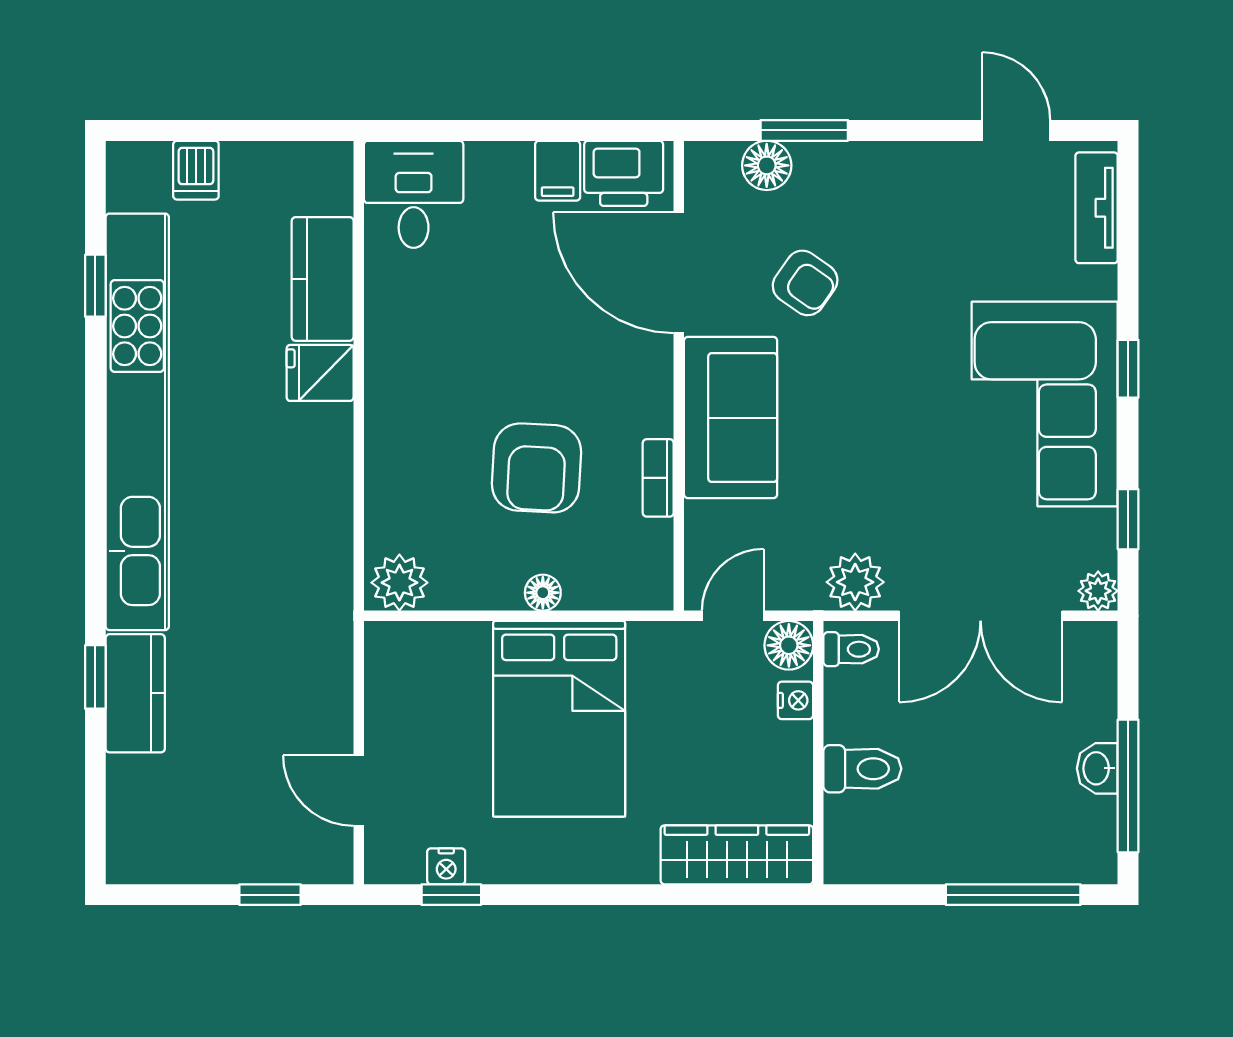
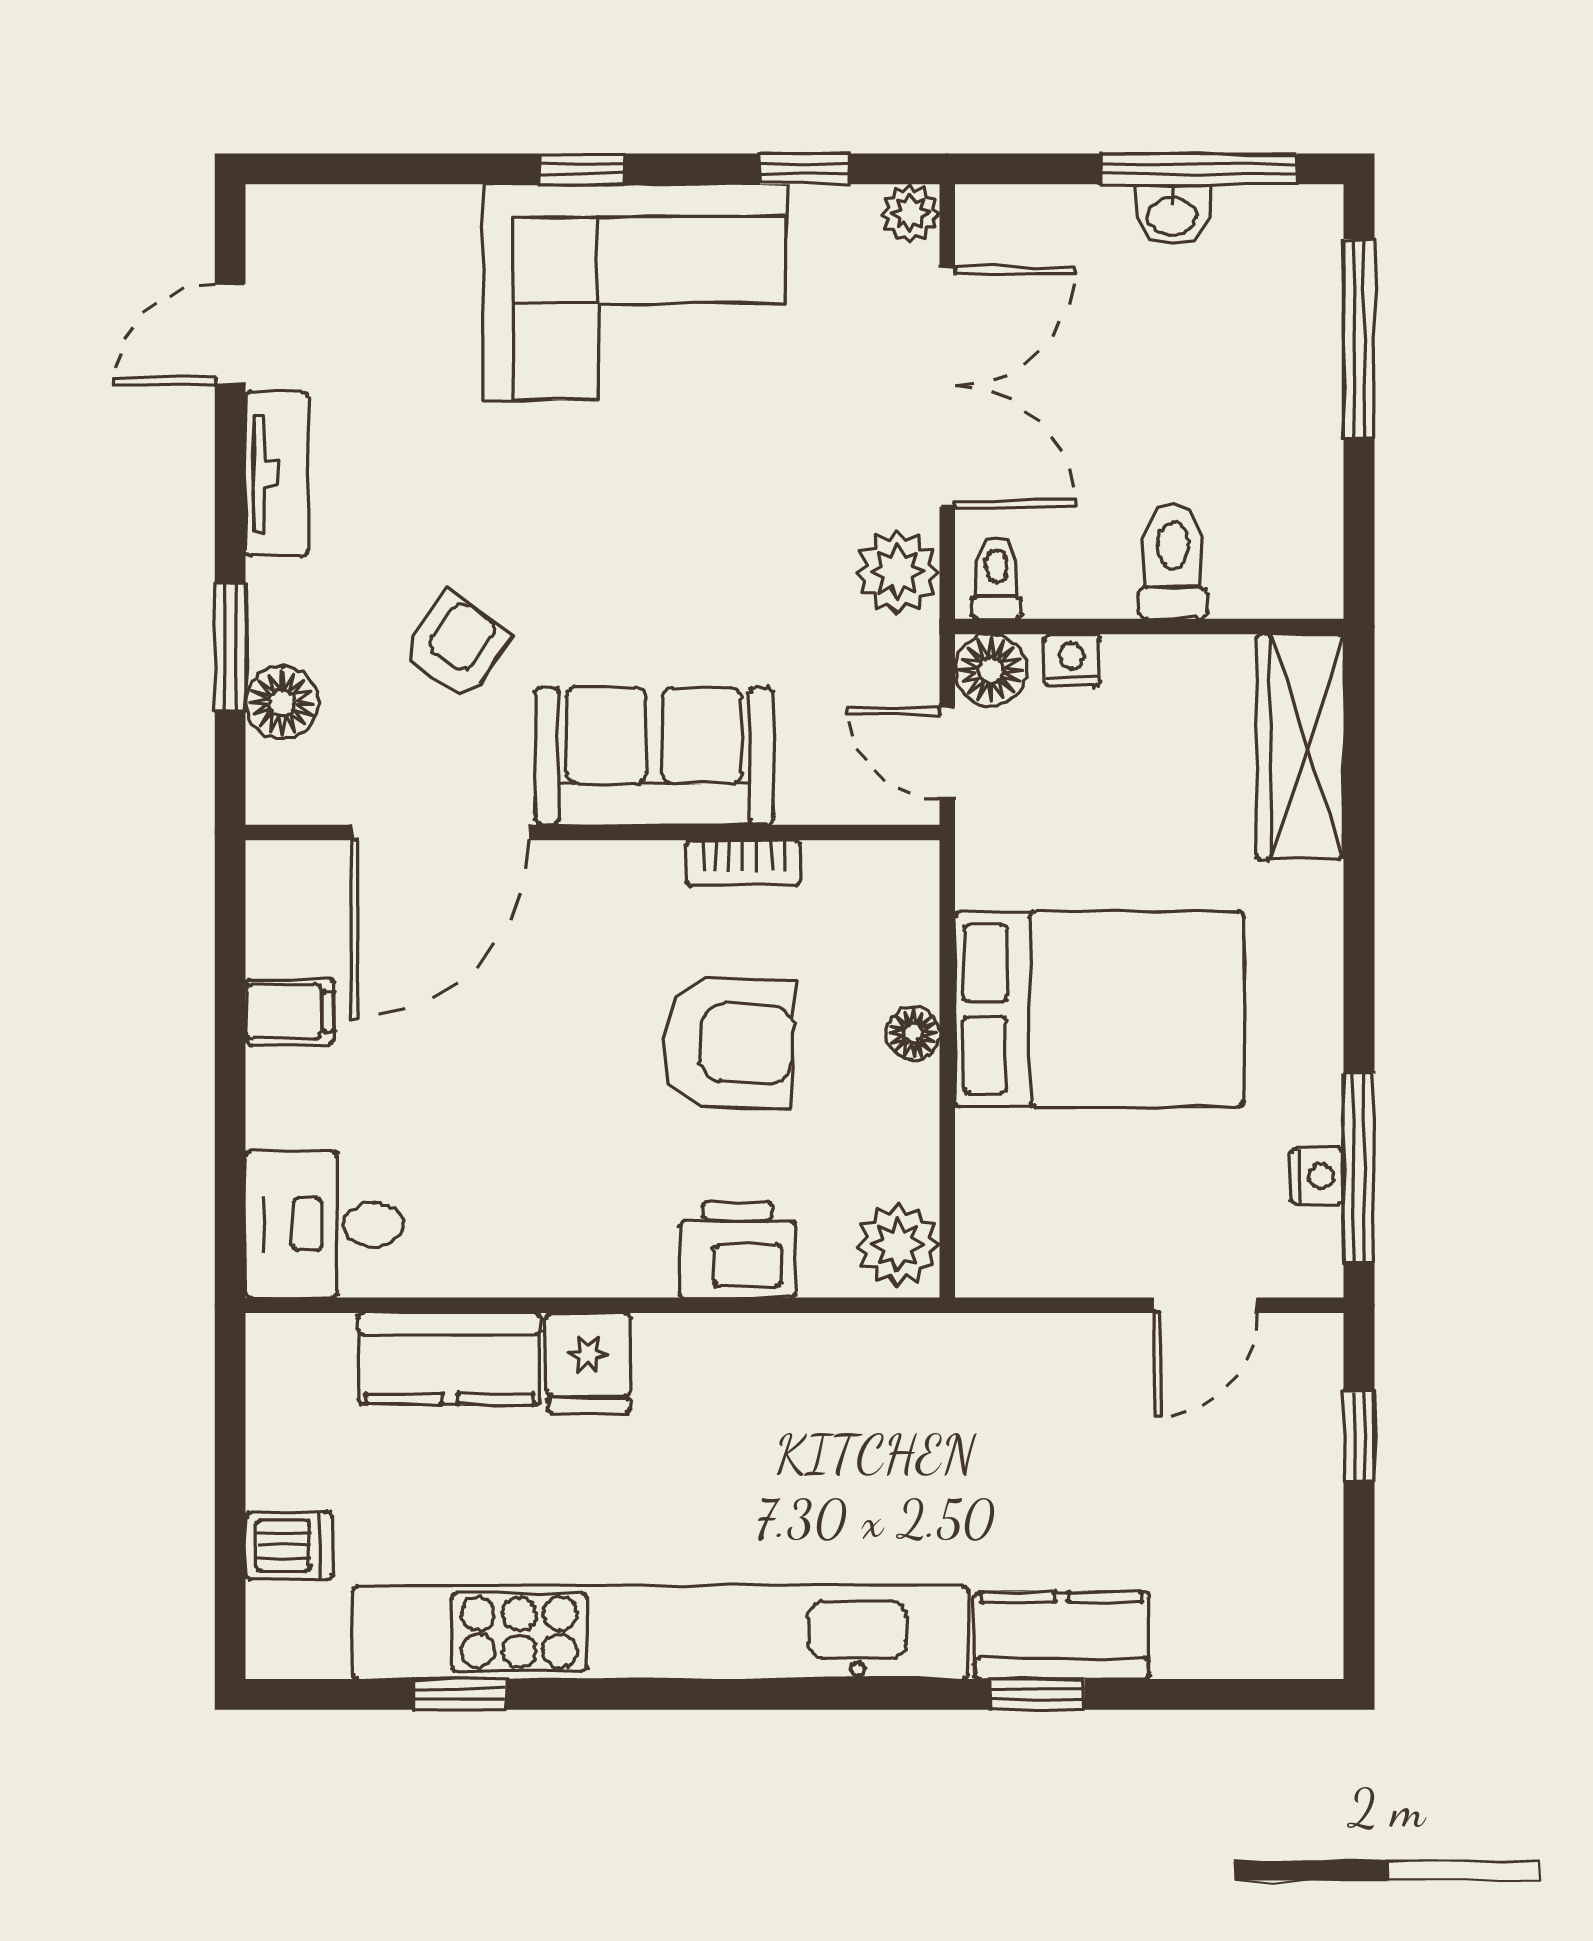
printer: (624, 173) -> (737, 1250), moved, turned -90
tv unit: (1097, 208) -> (277, 474), moved, turned -90
window: (451, 895) -> (1359, 1169), width x2.17

